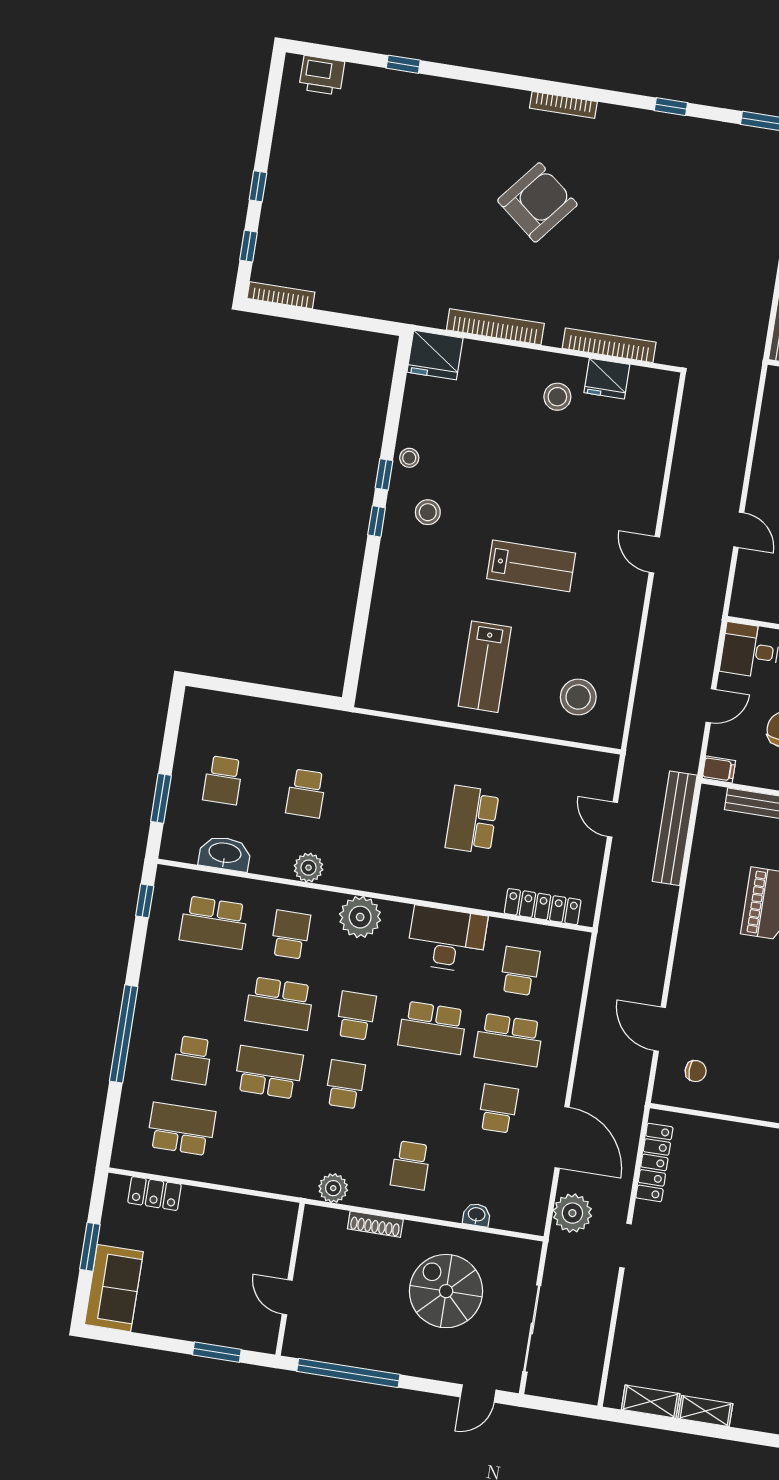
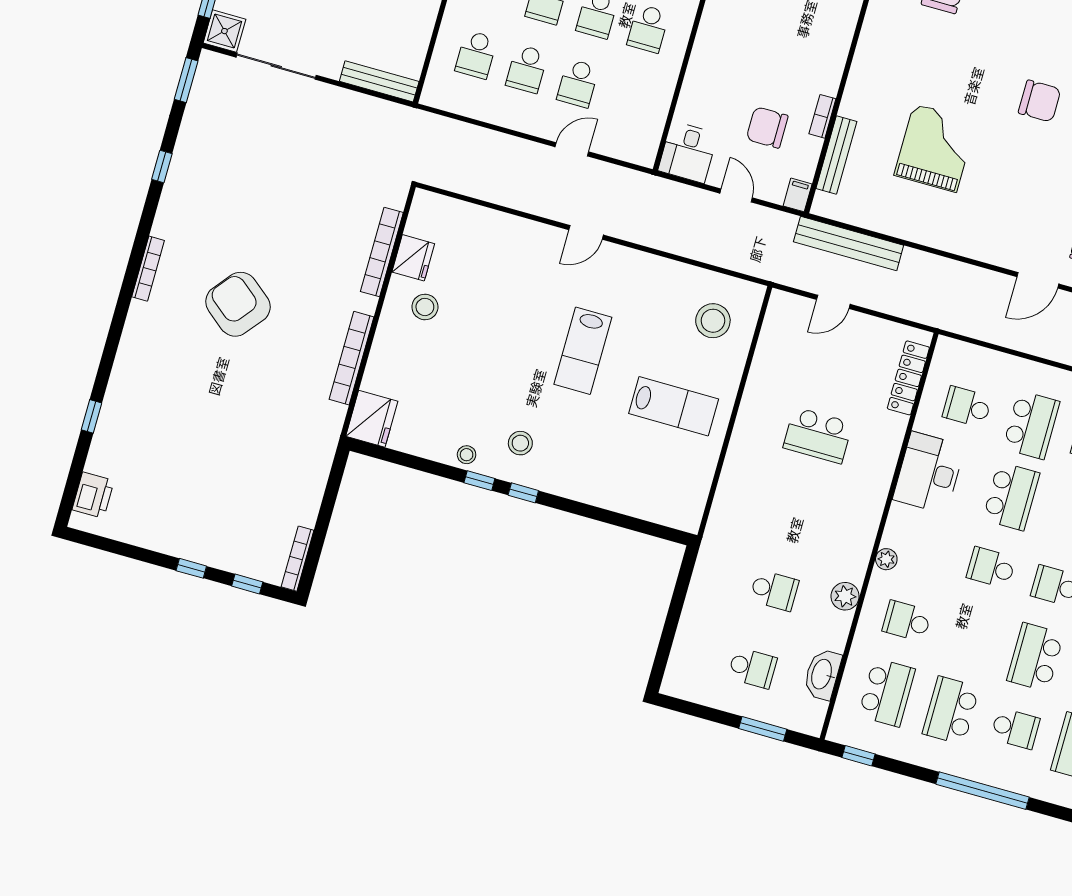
lab bench: (531, 566) -> (583, 351), turned 180
plant: (360, 917) -> (886, 559), width x0.53, depth x0.53
school desk: (279, 1003) -> (951, 710), moved, turned 180

